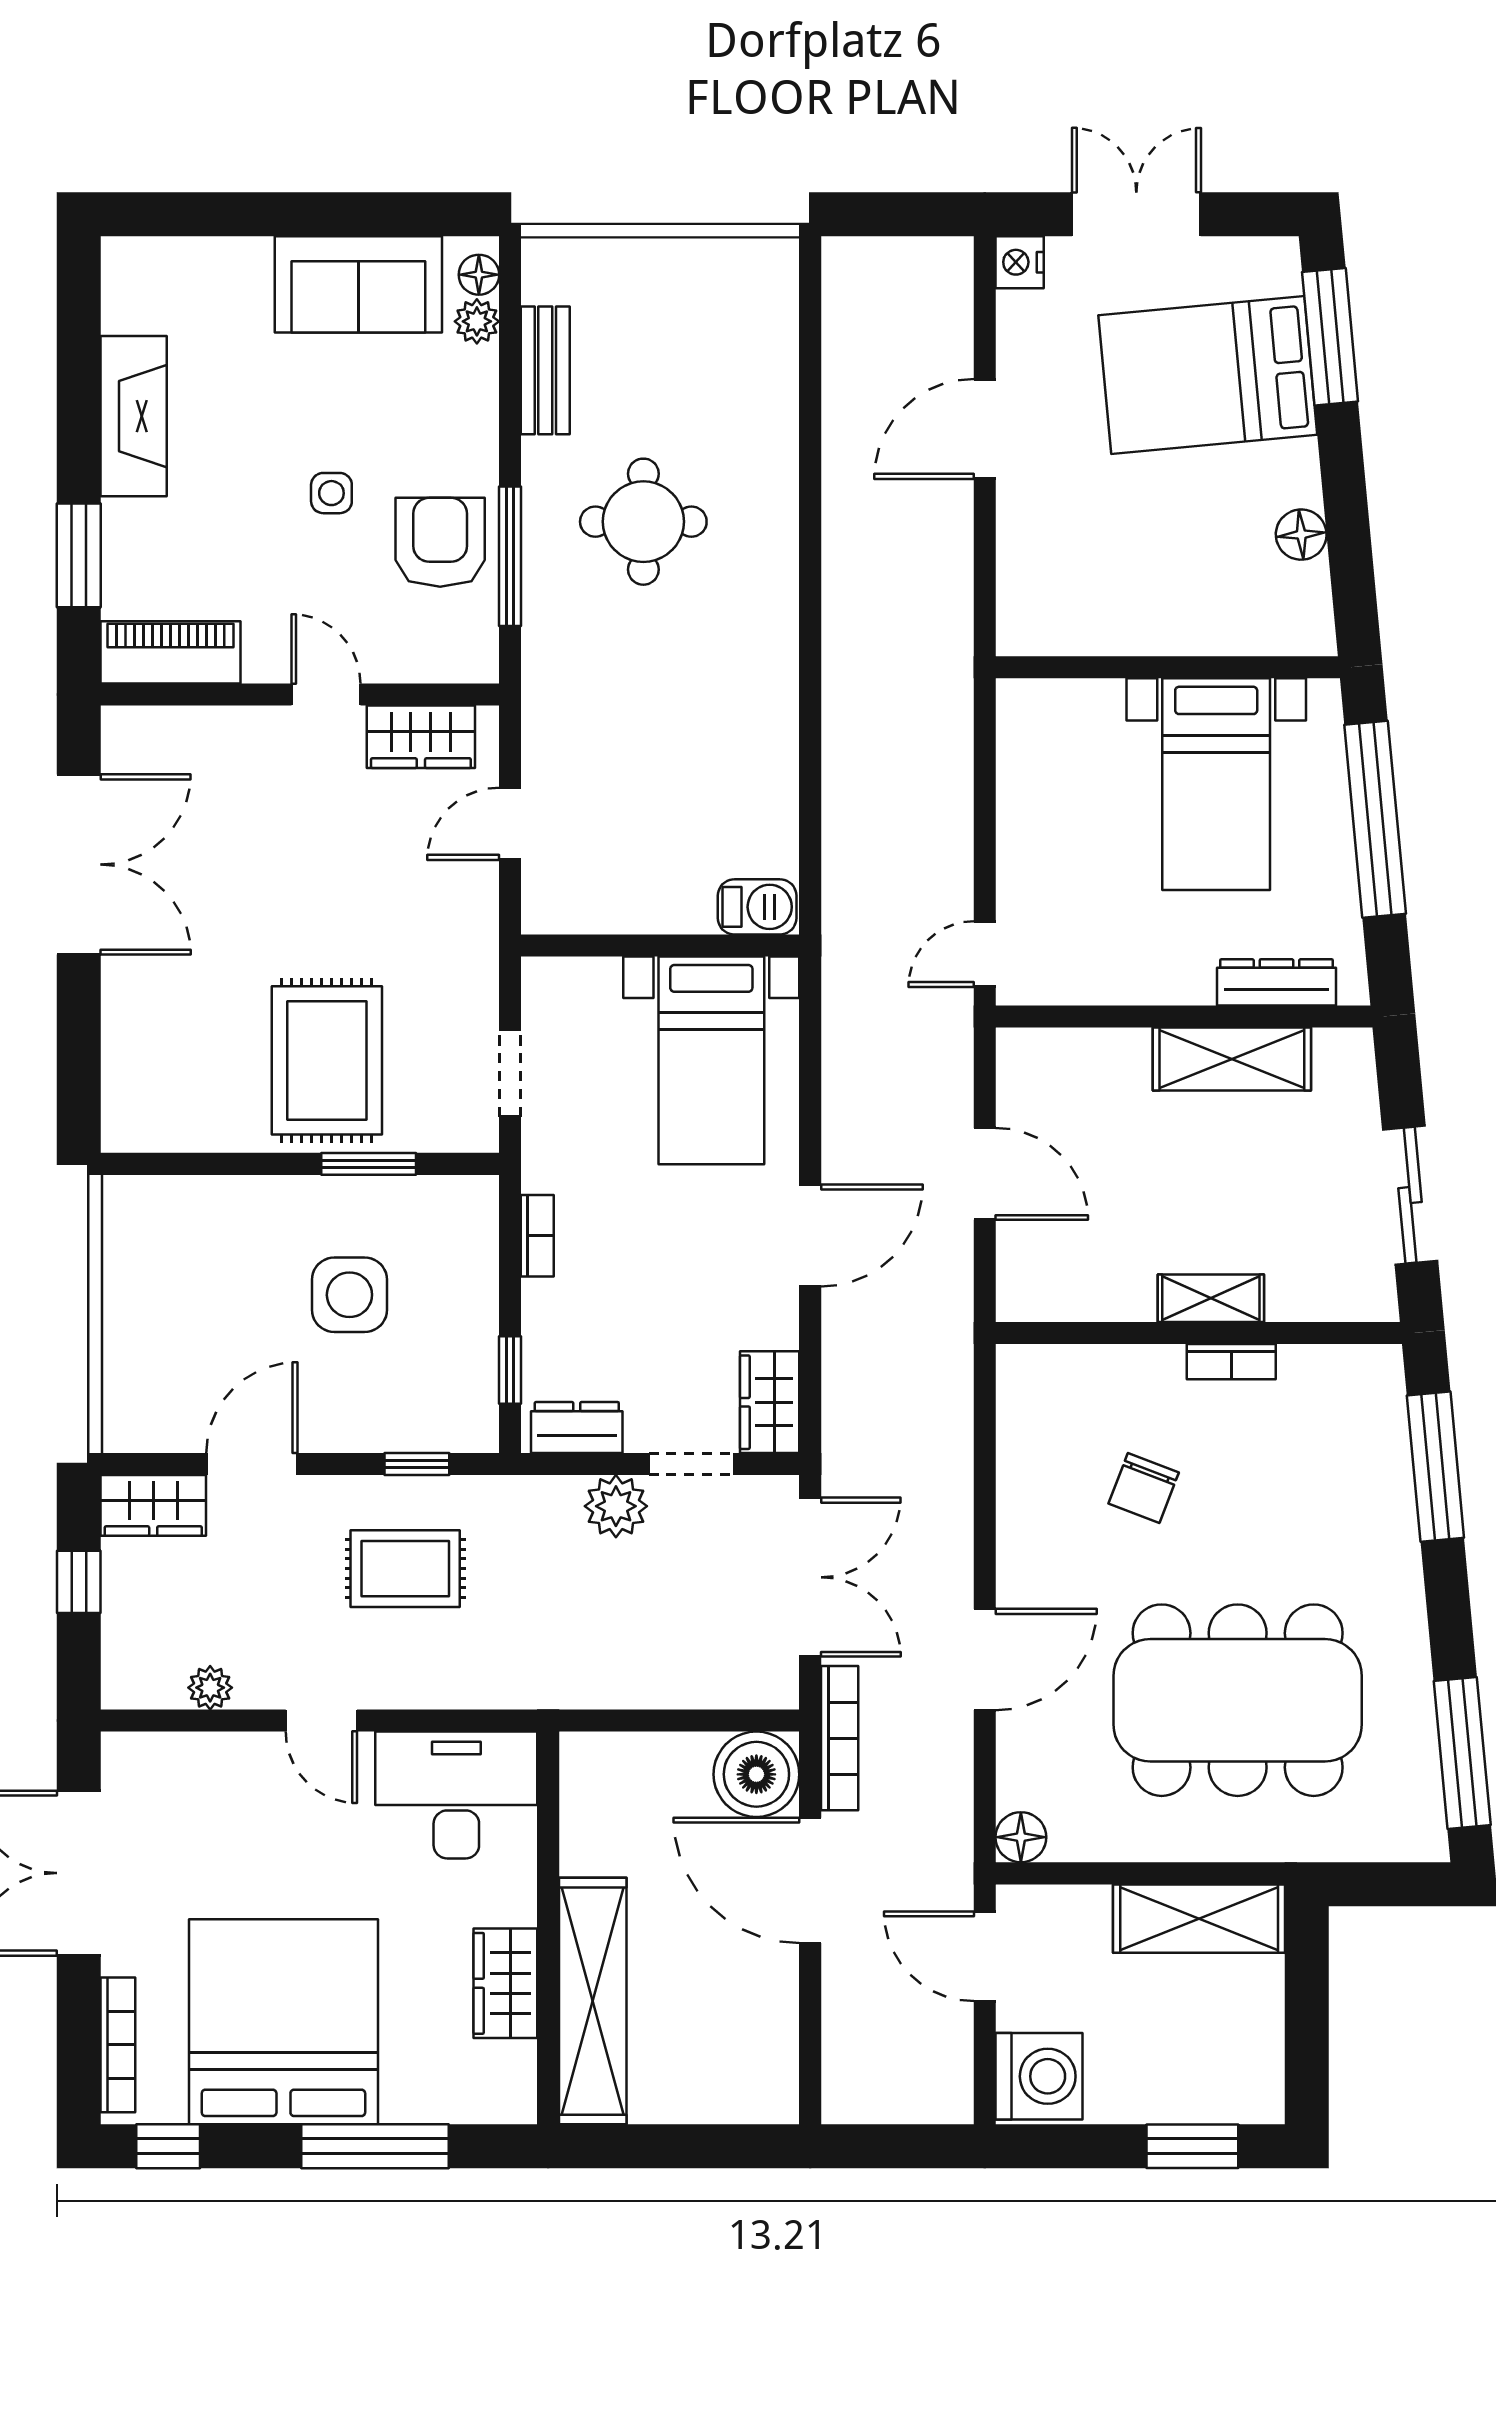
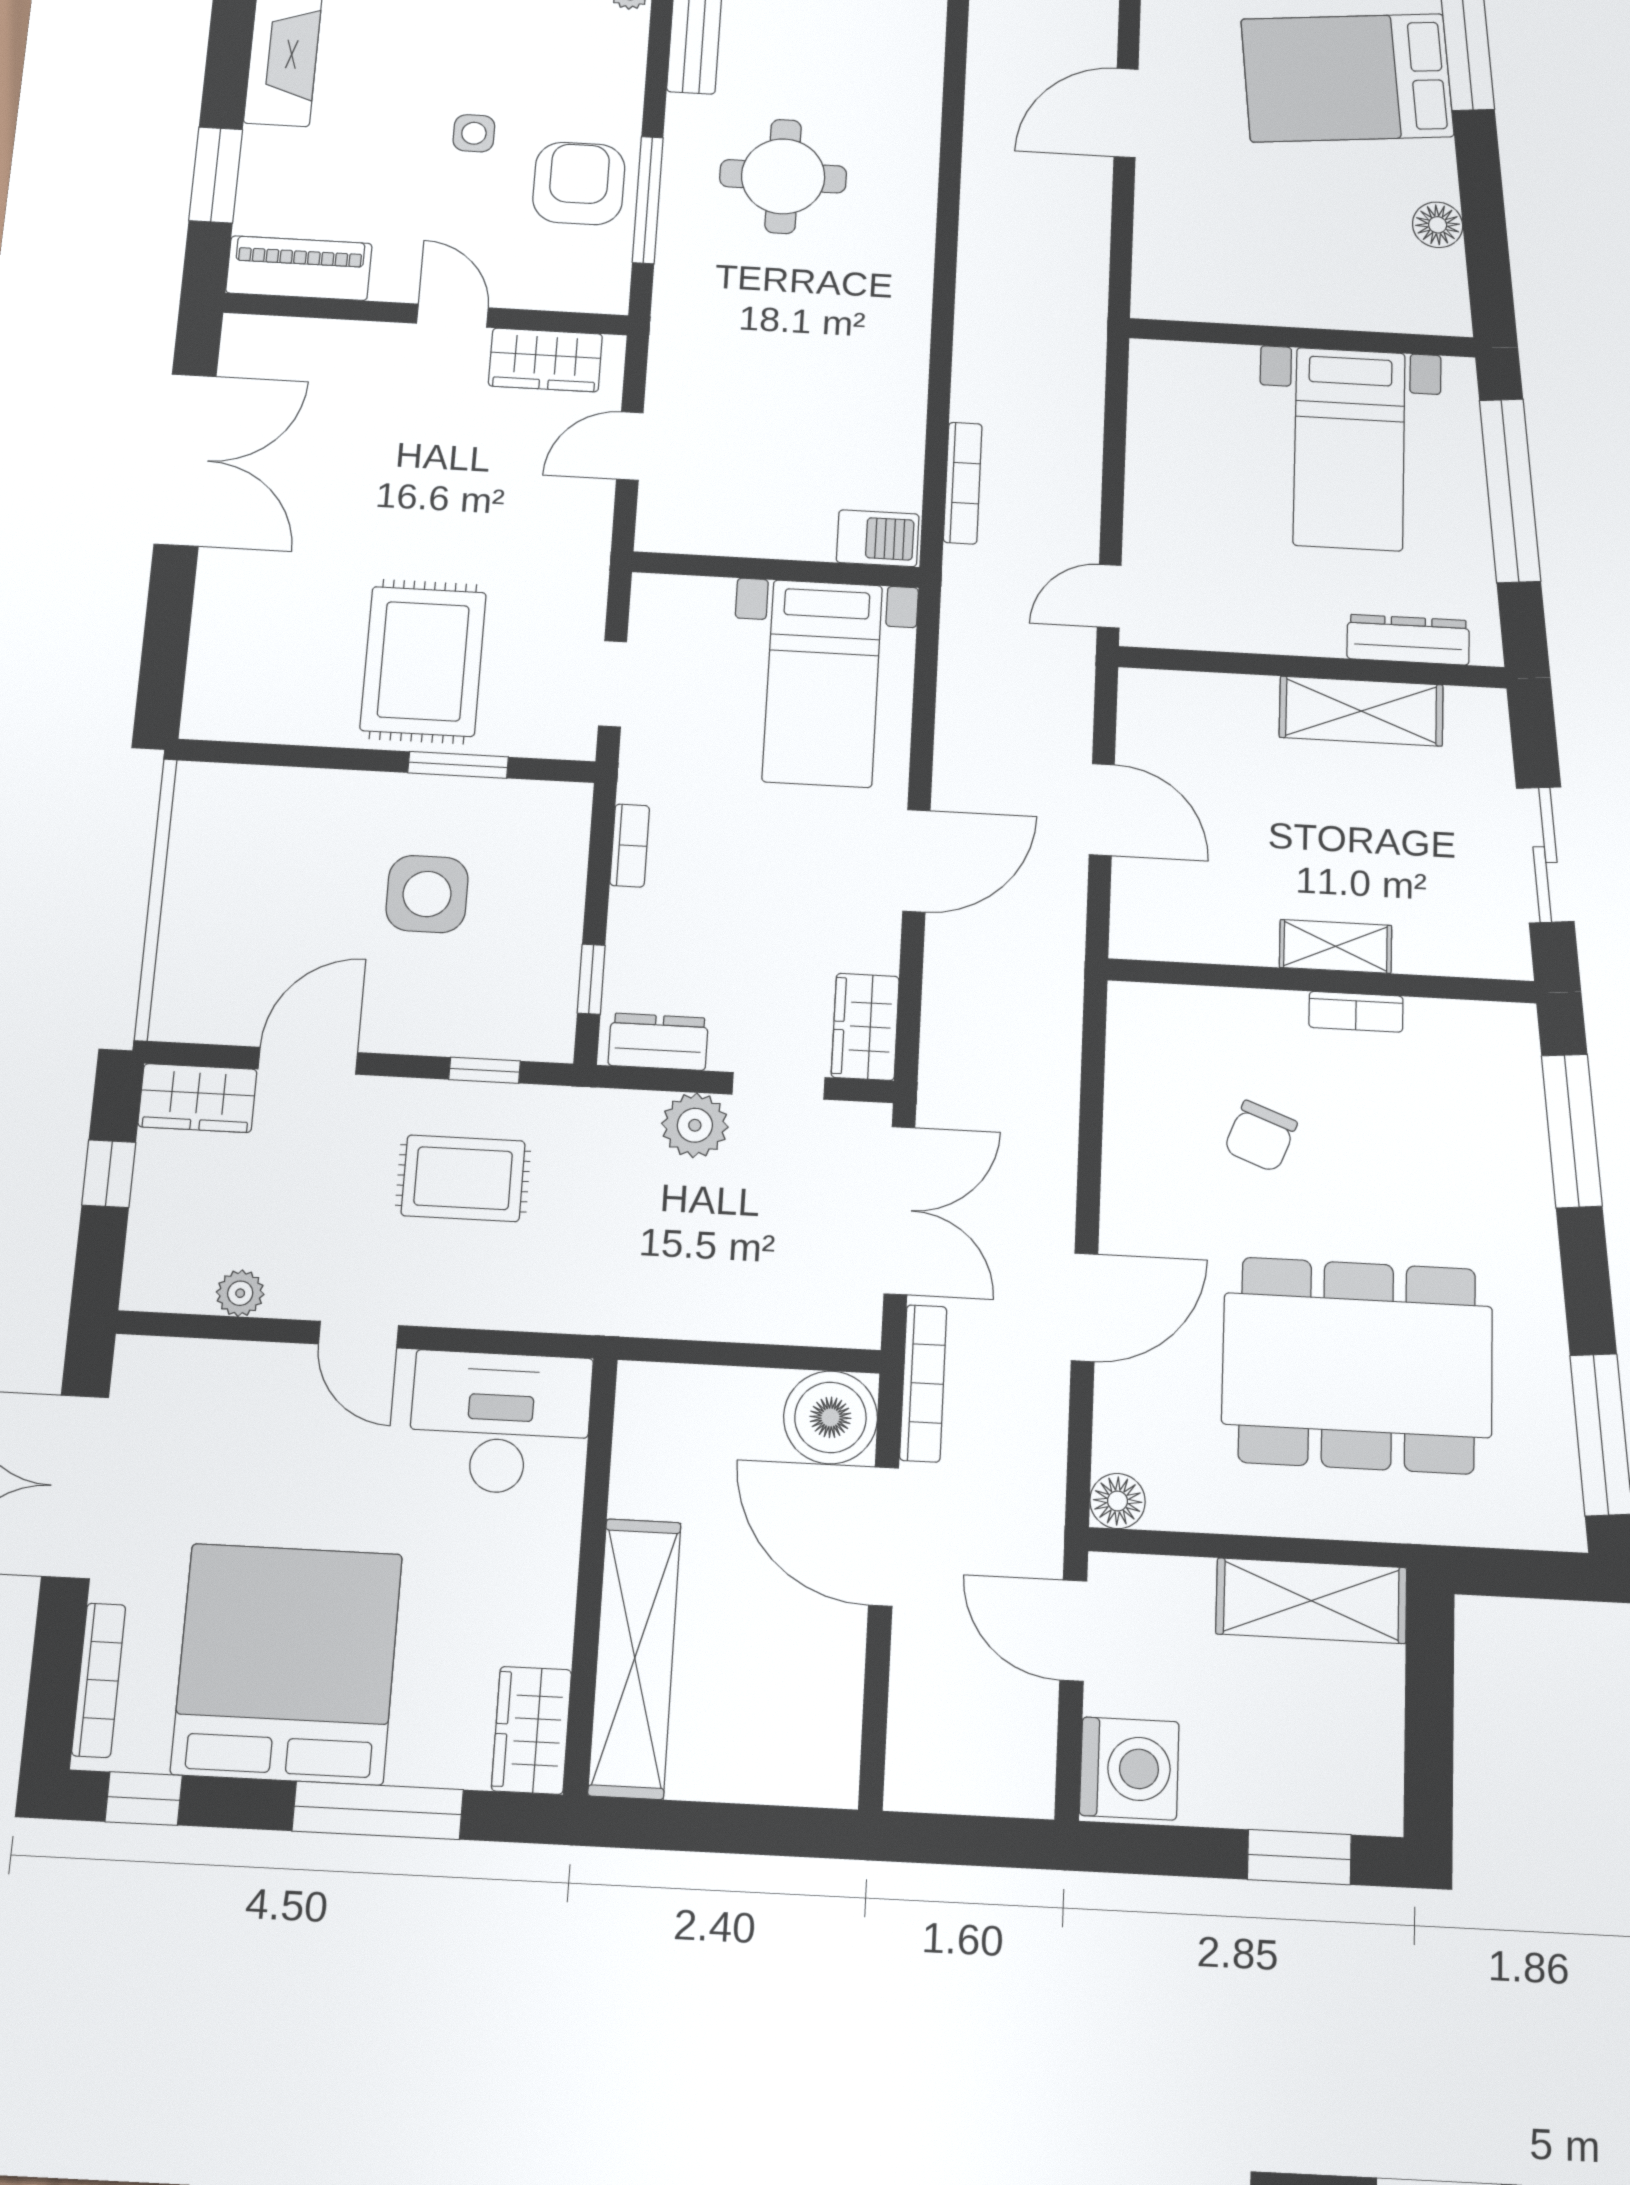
bookcase: (837, 844) -> (963, 483), added
wardrobe: (505, 1983) -> (532, 1730), moved

